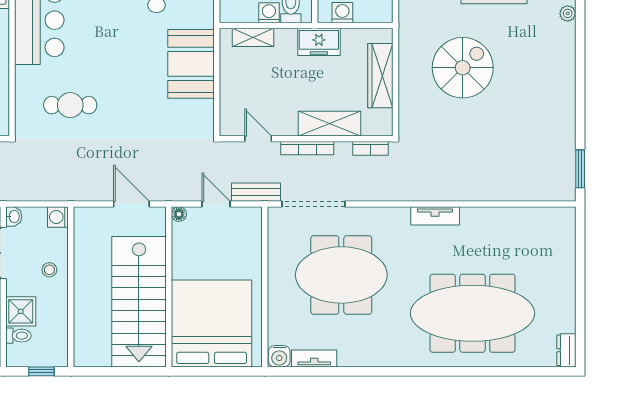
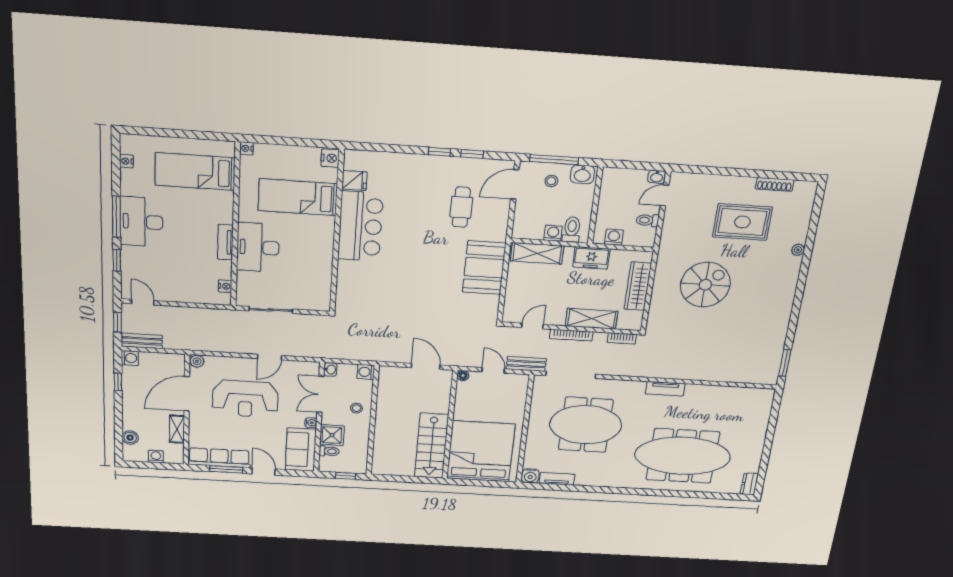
shelving: (253, 37) -> (537, 253), width x1.50, depth x1.33
cafe table: (70, 105) -> (382, 292), removed
door: (258, 139) -> (532, 326), hinge flipped
stairs: (139, 302) -> (432, 446), width x0.73, depth x0.66

